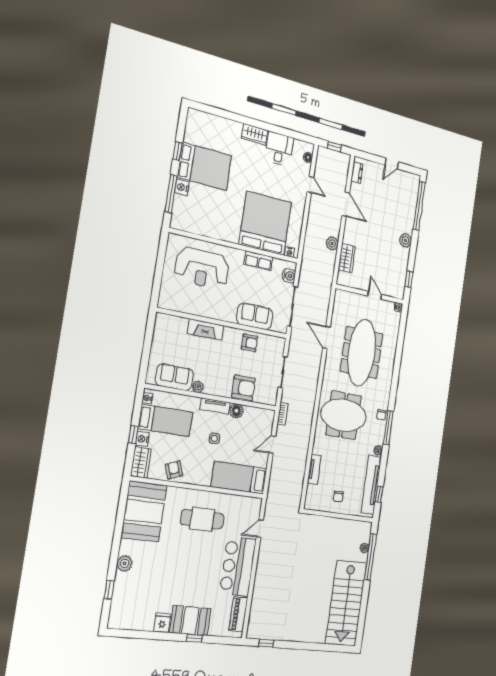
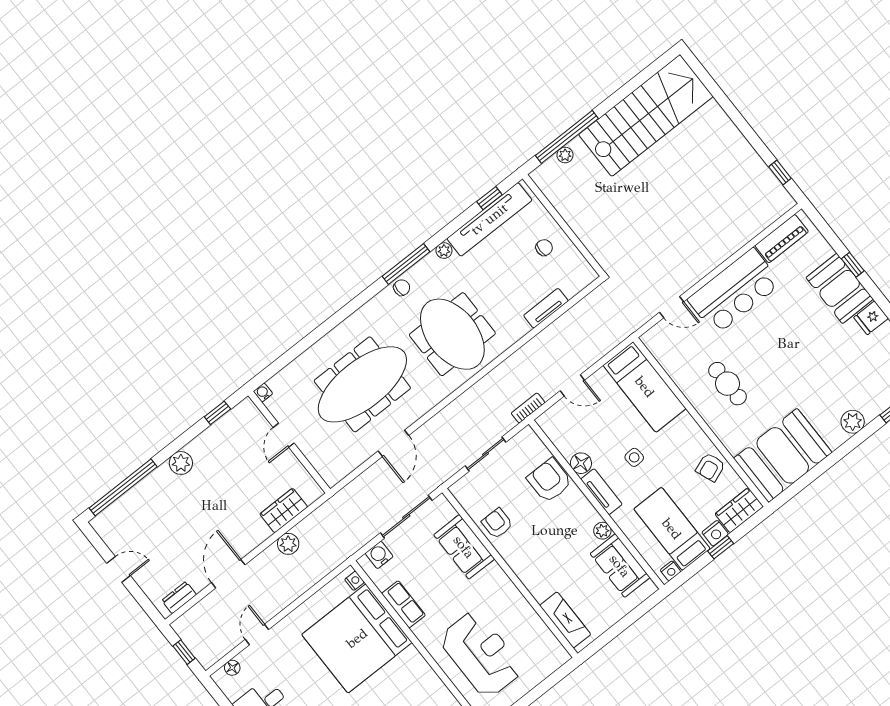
fireplace: (205, 330) -> (565, 620), moved
cafe table: (202, 519) -> (728, 384), width x0.73, depth x0.74

